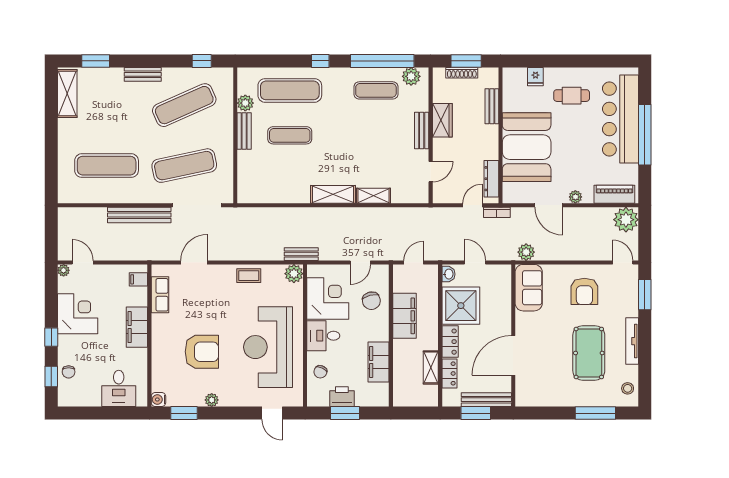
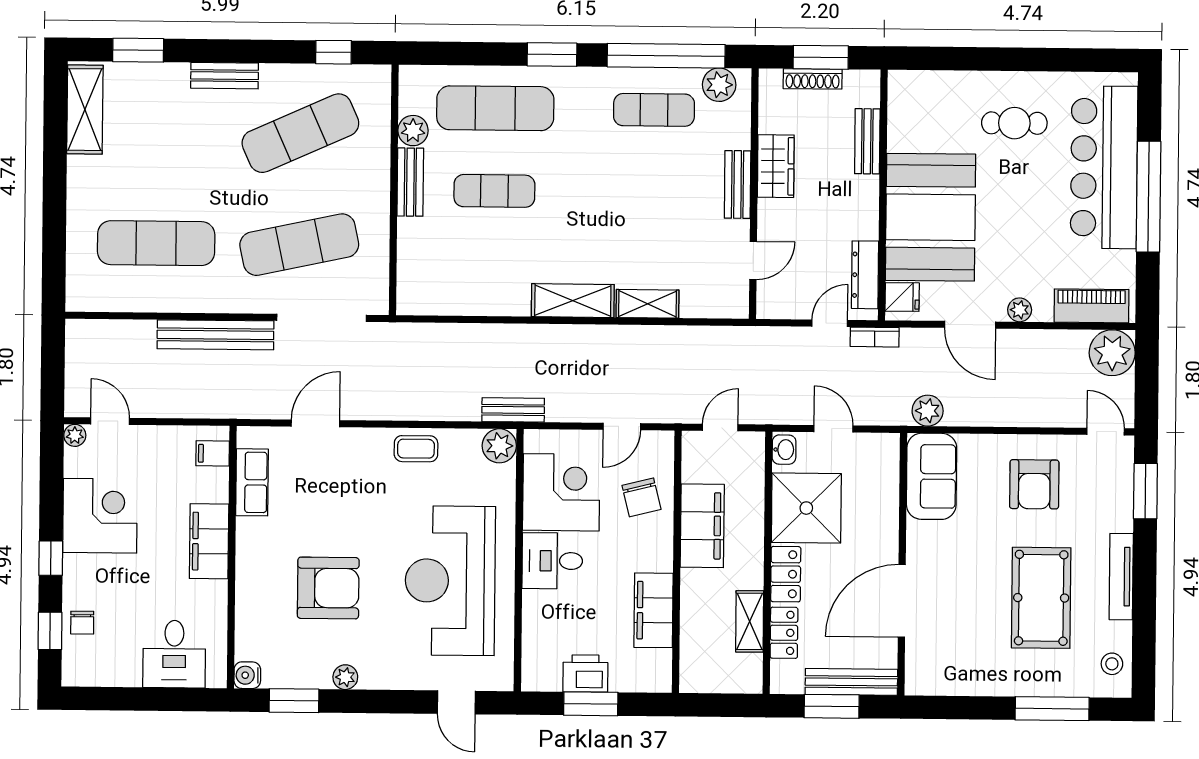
window: (320, 61) -> (552, 54), width x1.50
fridge: (535, 77) -> (902, 297), moved, turned -90
chair: (320, 372) -> (546, 627), removed

